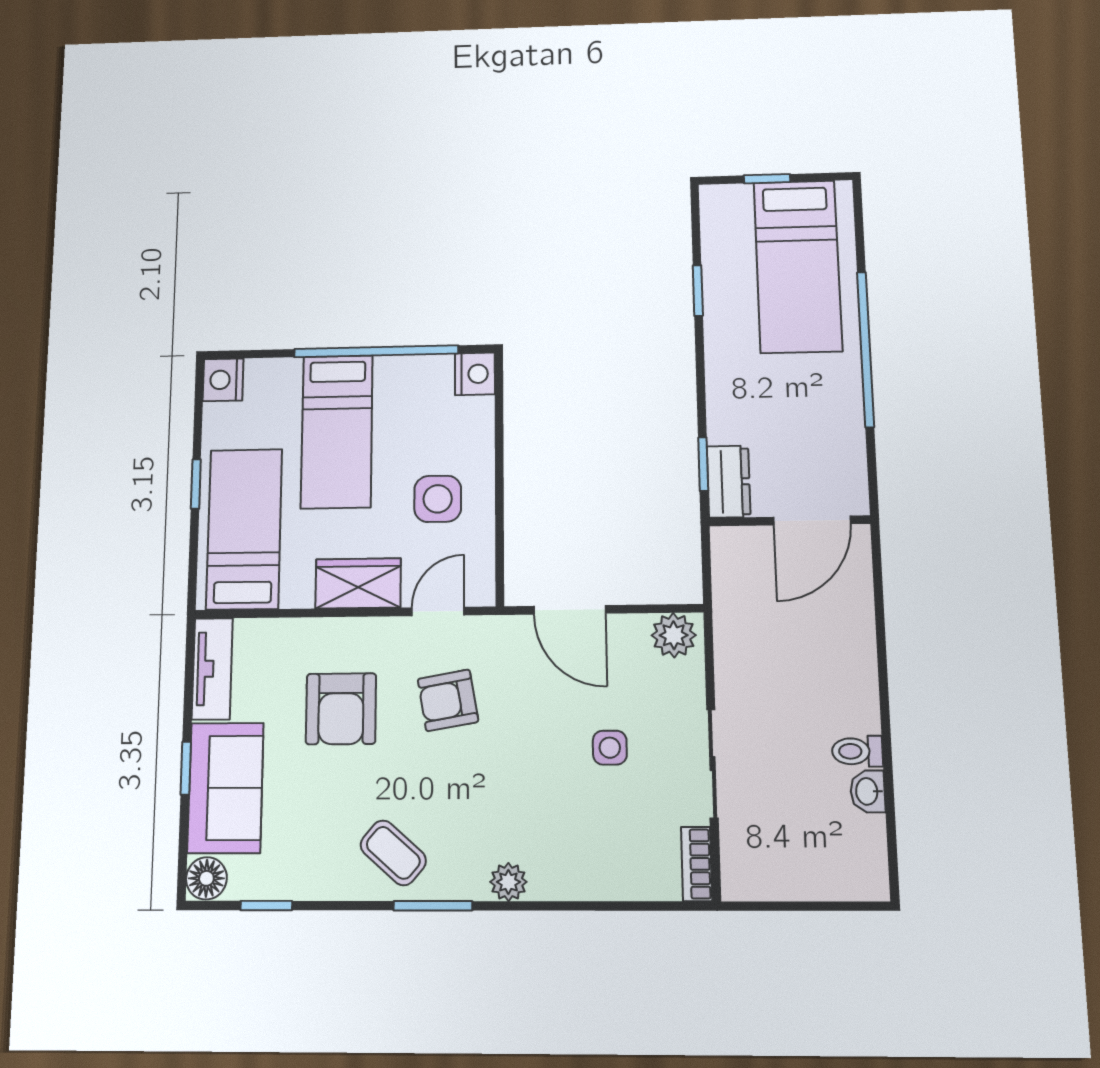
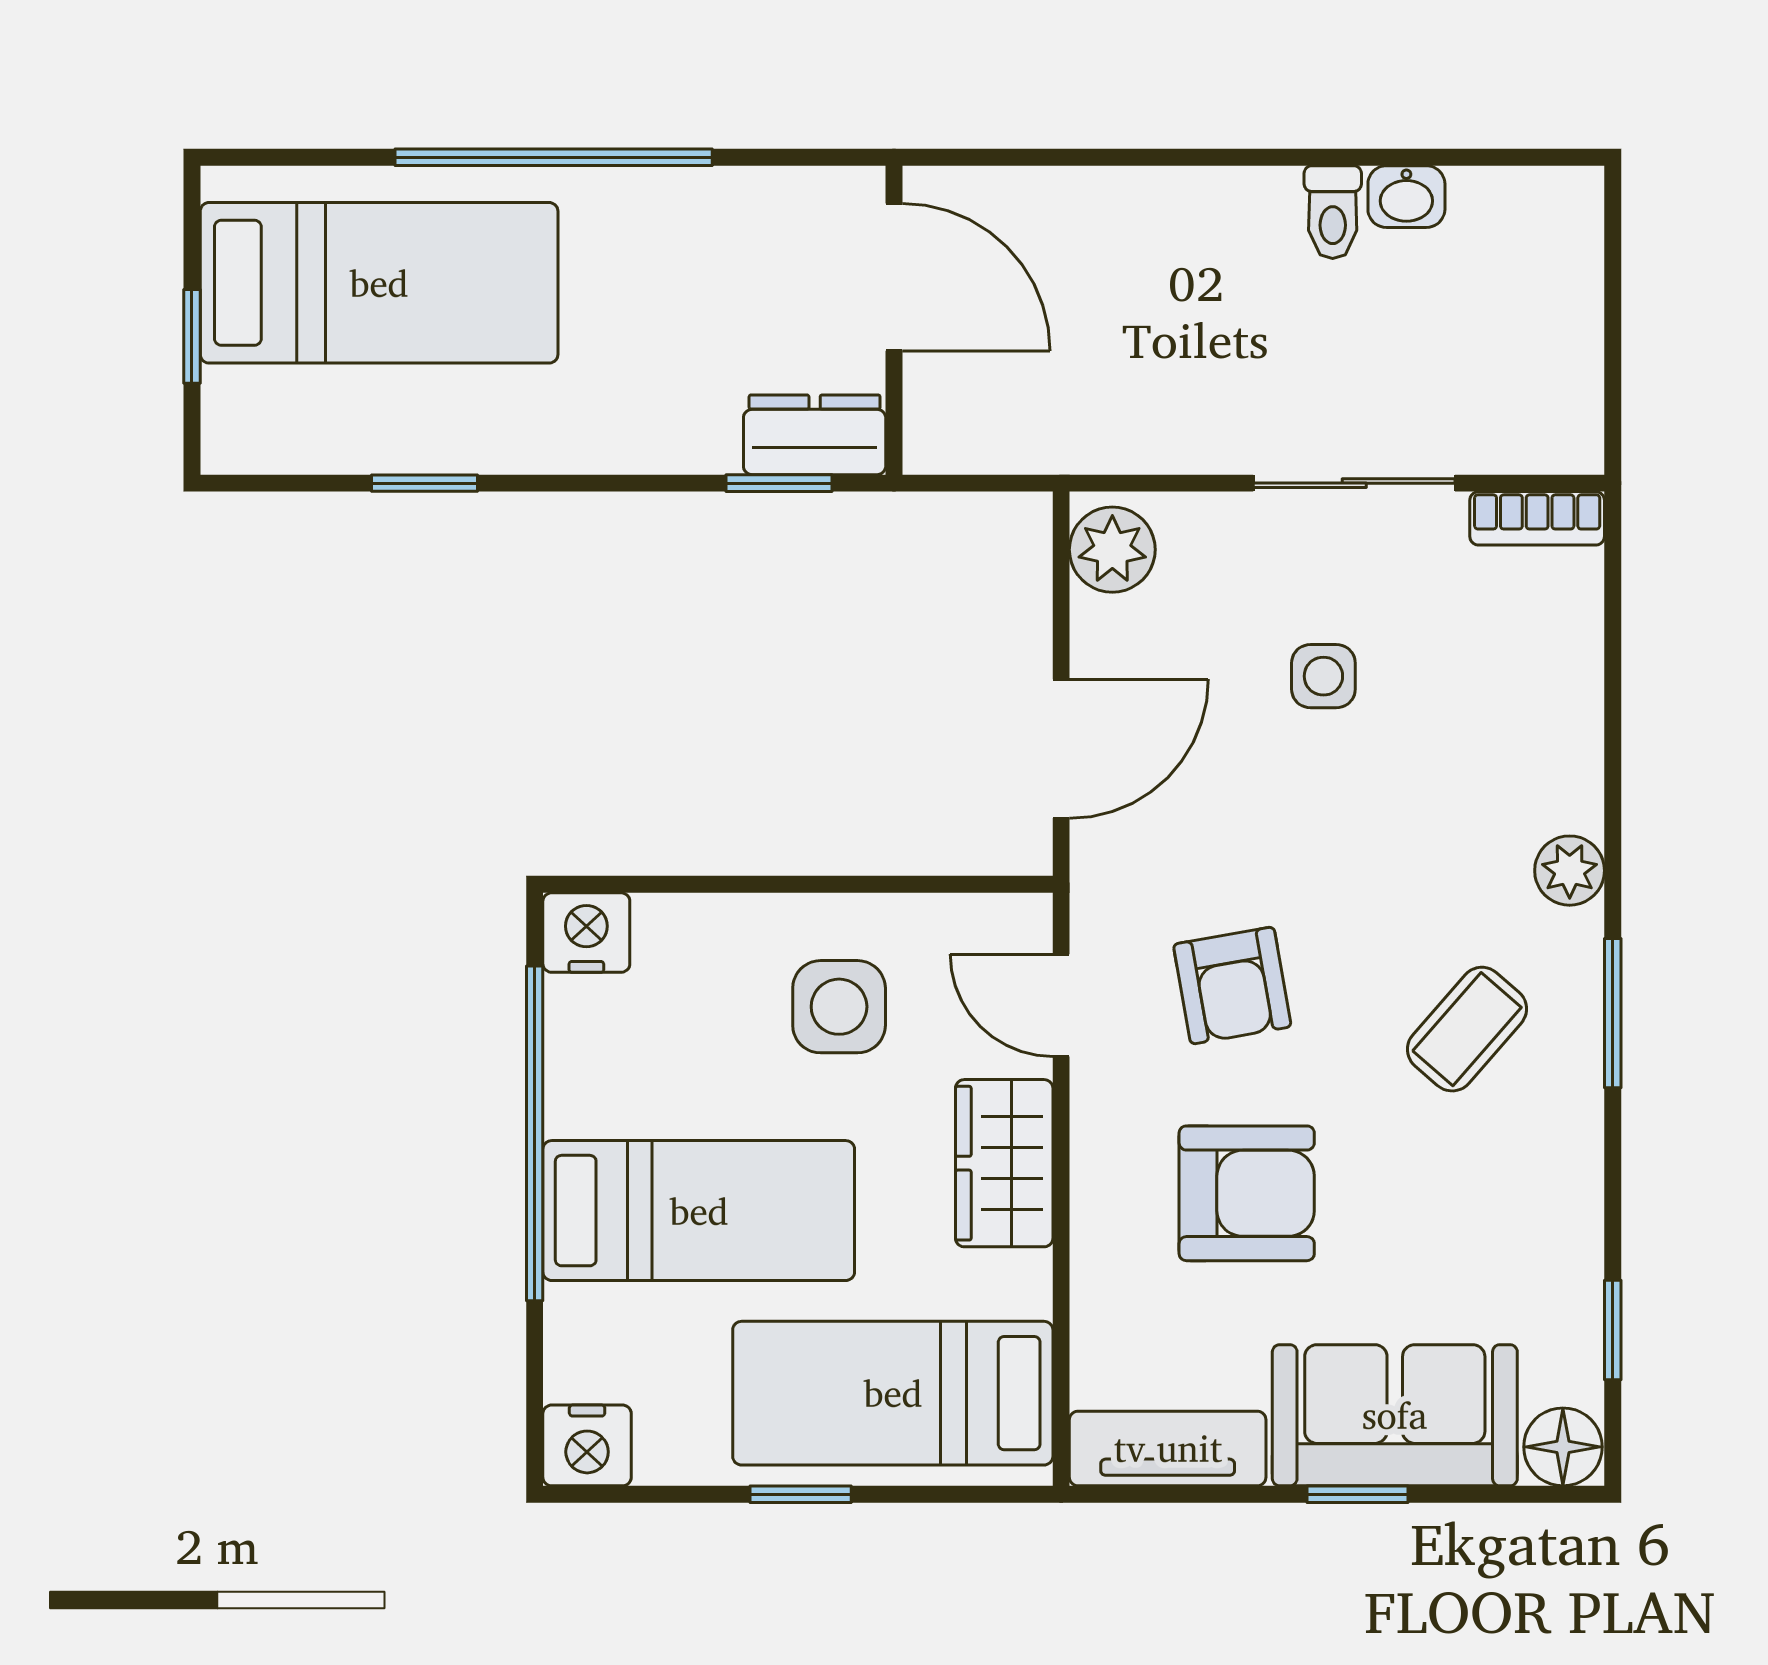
coffee table: (393, 853) -> (1467, 1029), moved

